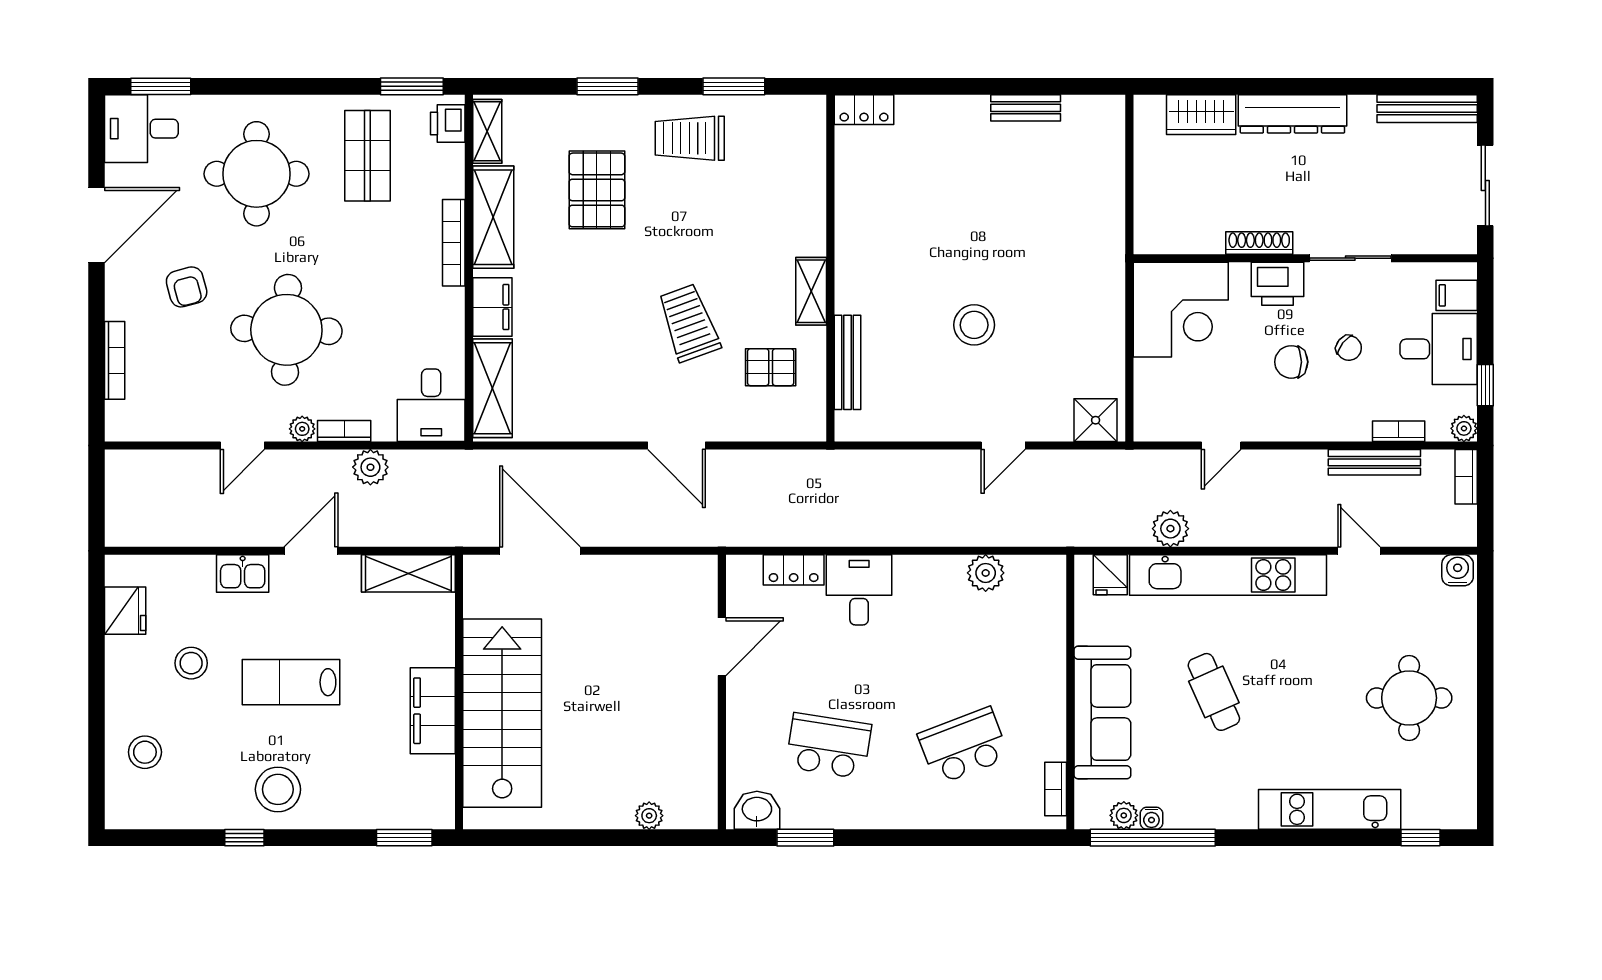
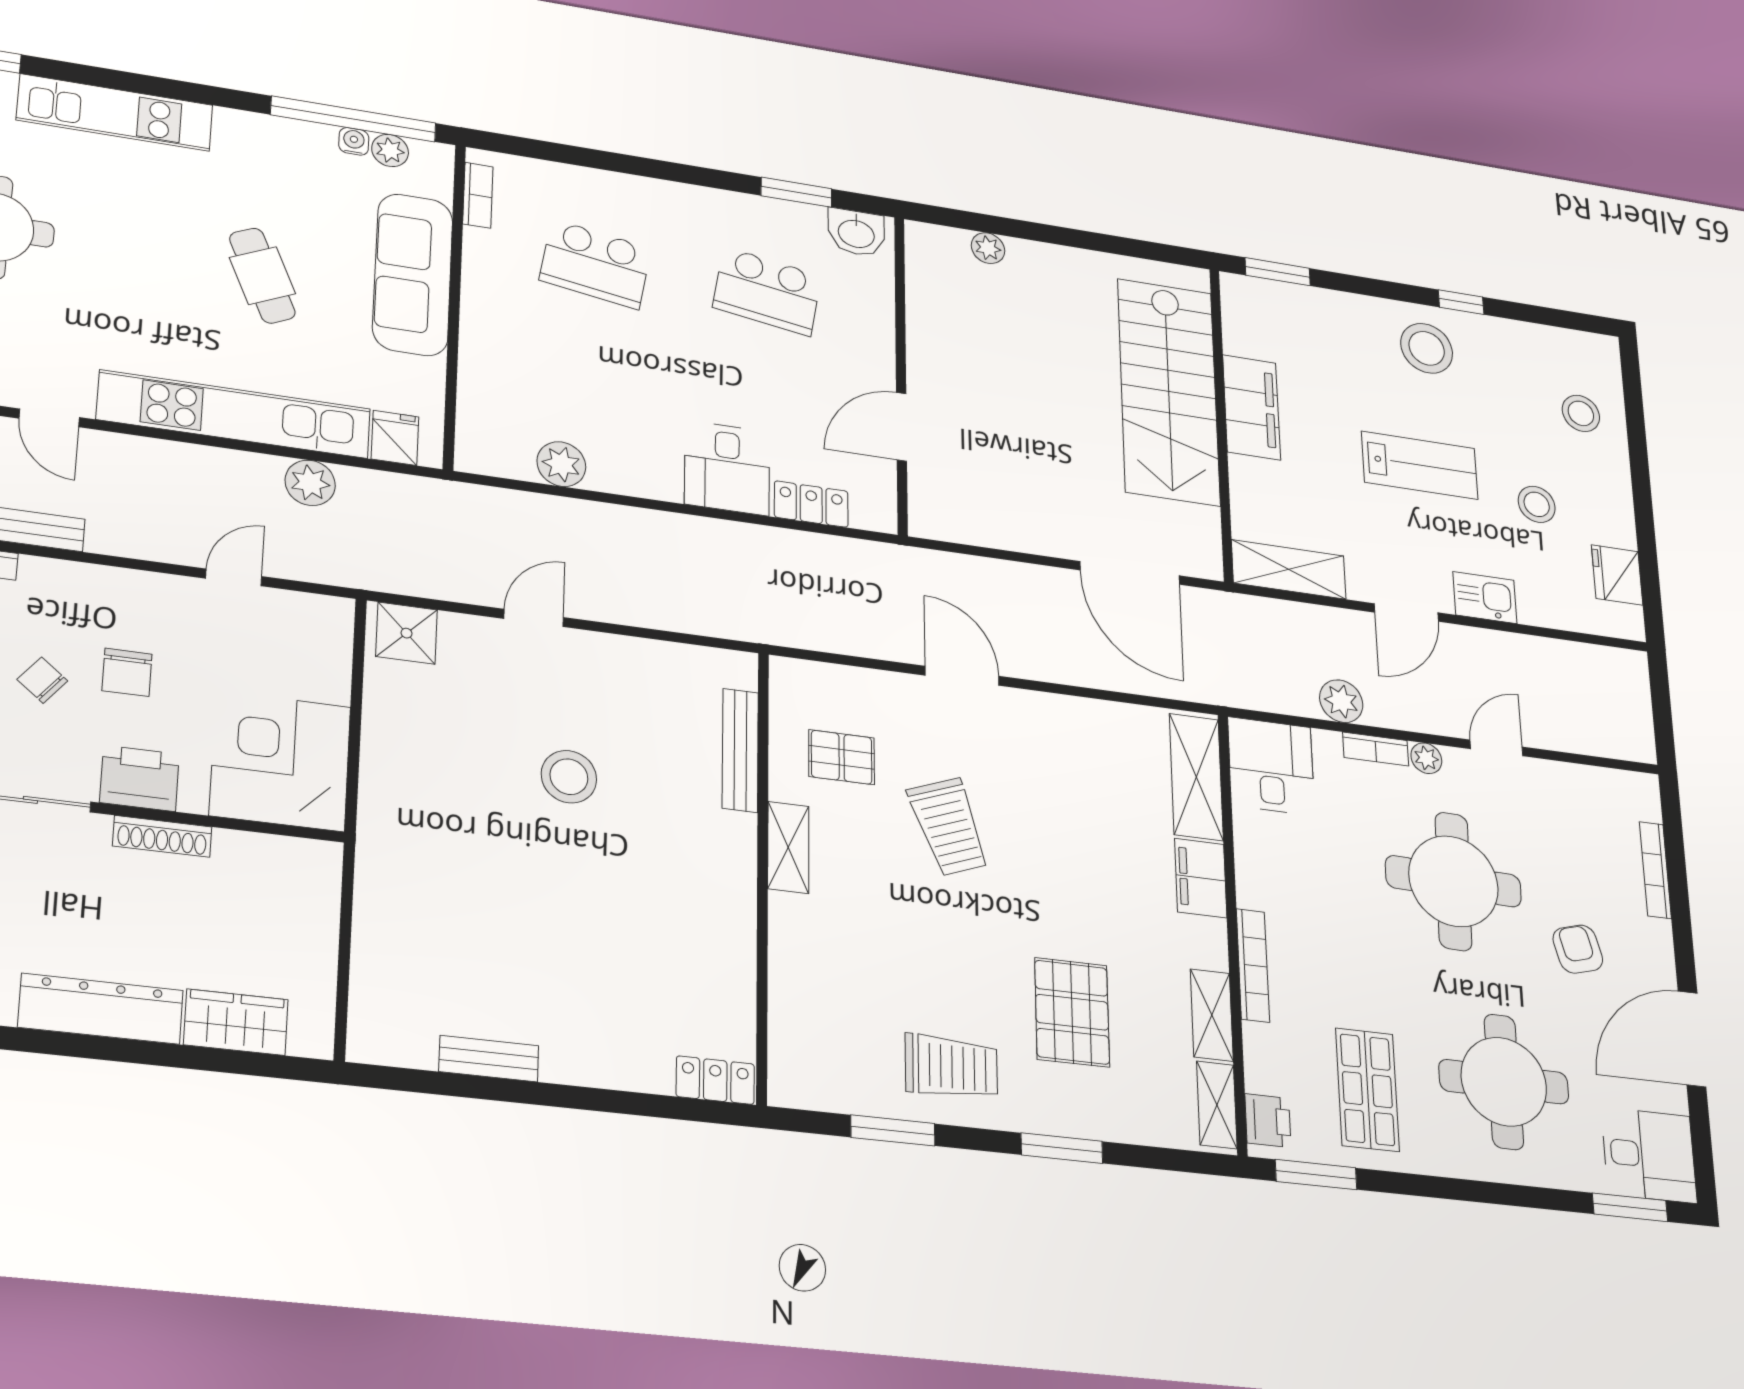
shelving: (493, 217) -> (1212, 1015), width x0.67, depth x0.75
chair: (1291, 362) -> (127, 672), turned 90
school desk: (964, 746) -> (595, 264), turned 30

